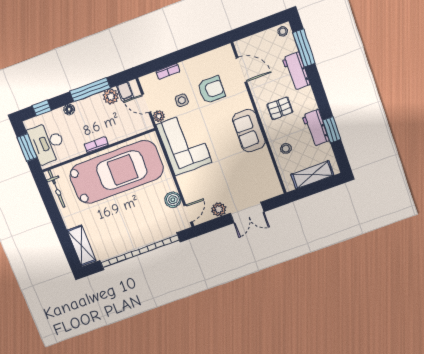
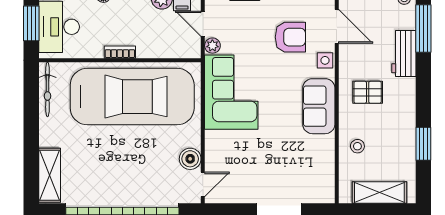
side table: (182, 100) -> (325, 60), moved
workbench: (316, 128) -> (404, 134), removed
plant: (219, 209) -> (244, 193), removed

